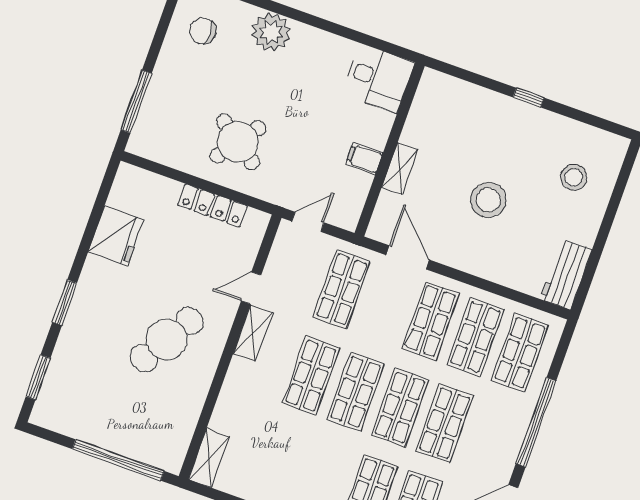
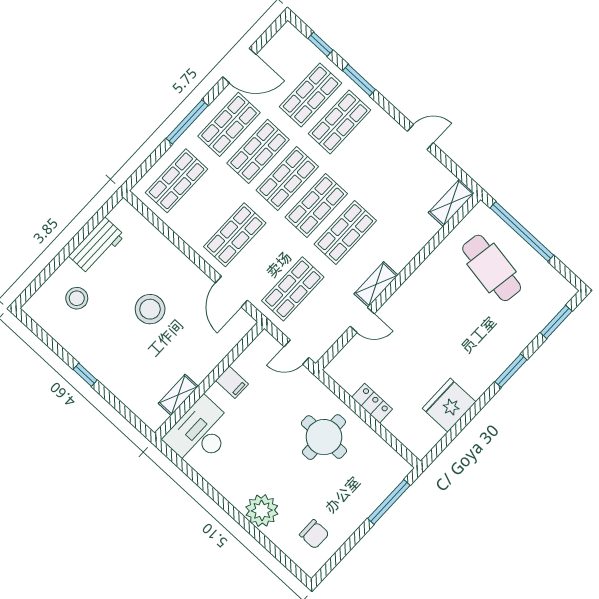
desk: (378, 78) -> (200, 433), width x1.37
round table: (238, 142) -> (324, 437), turned -36
shelving: (400, 168) -> (178, 395), moved
locker: (212, 205) -> (372, 403), width x0.66
workbench: (566, 274) -> (97, 246), moved
shop shelf: (475, 337) -> (229, 124), moved
cafe table: (167, 340) -> (492, 268), moved, turned 68
window: (536, 422) -> (187, 122), width x0.68

